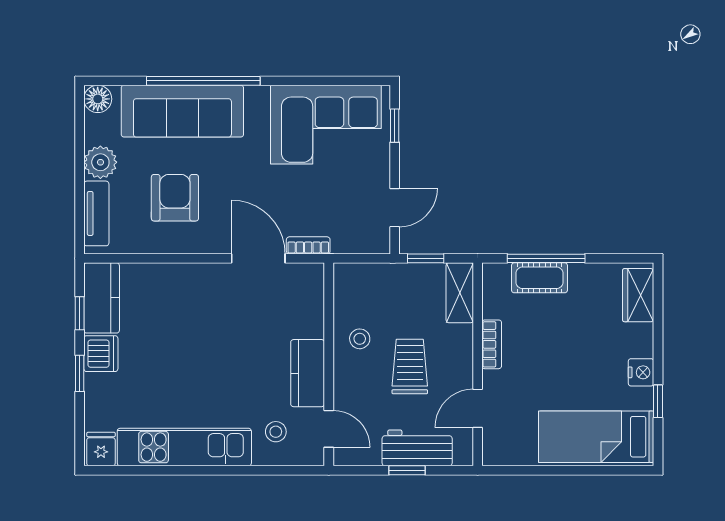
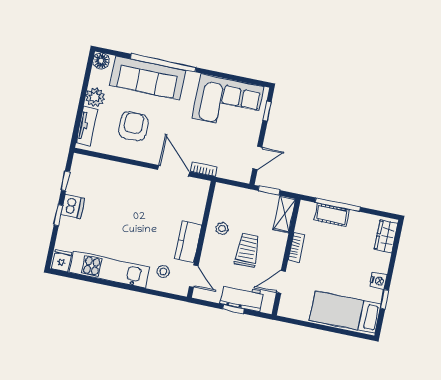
kitchen counter: (102, 298) -> (80, 175), removed

